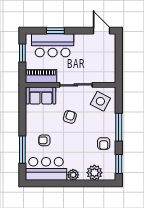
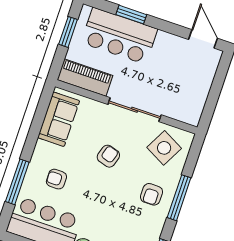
sofa: (41, 96) -> (59, 119), moved, turned -90
armchair: (104, 144) -> (151, 194), moved

